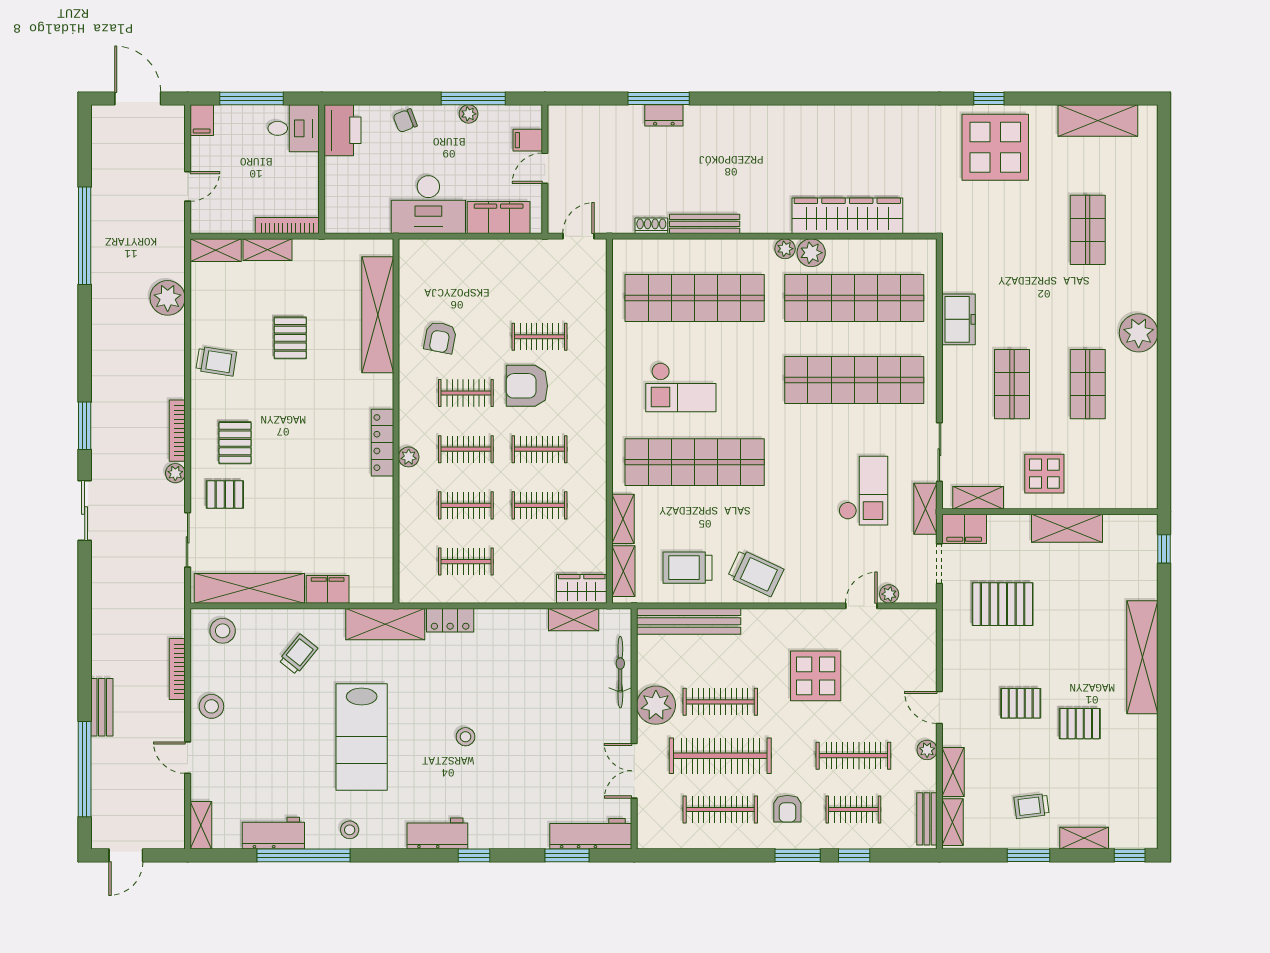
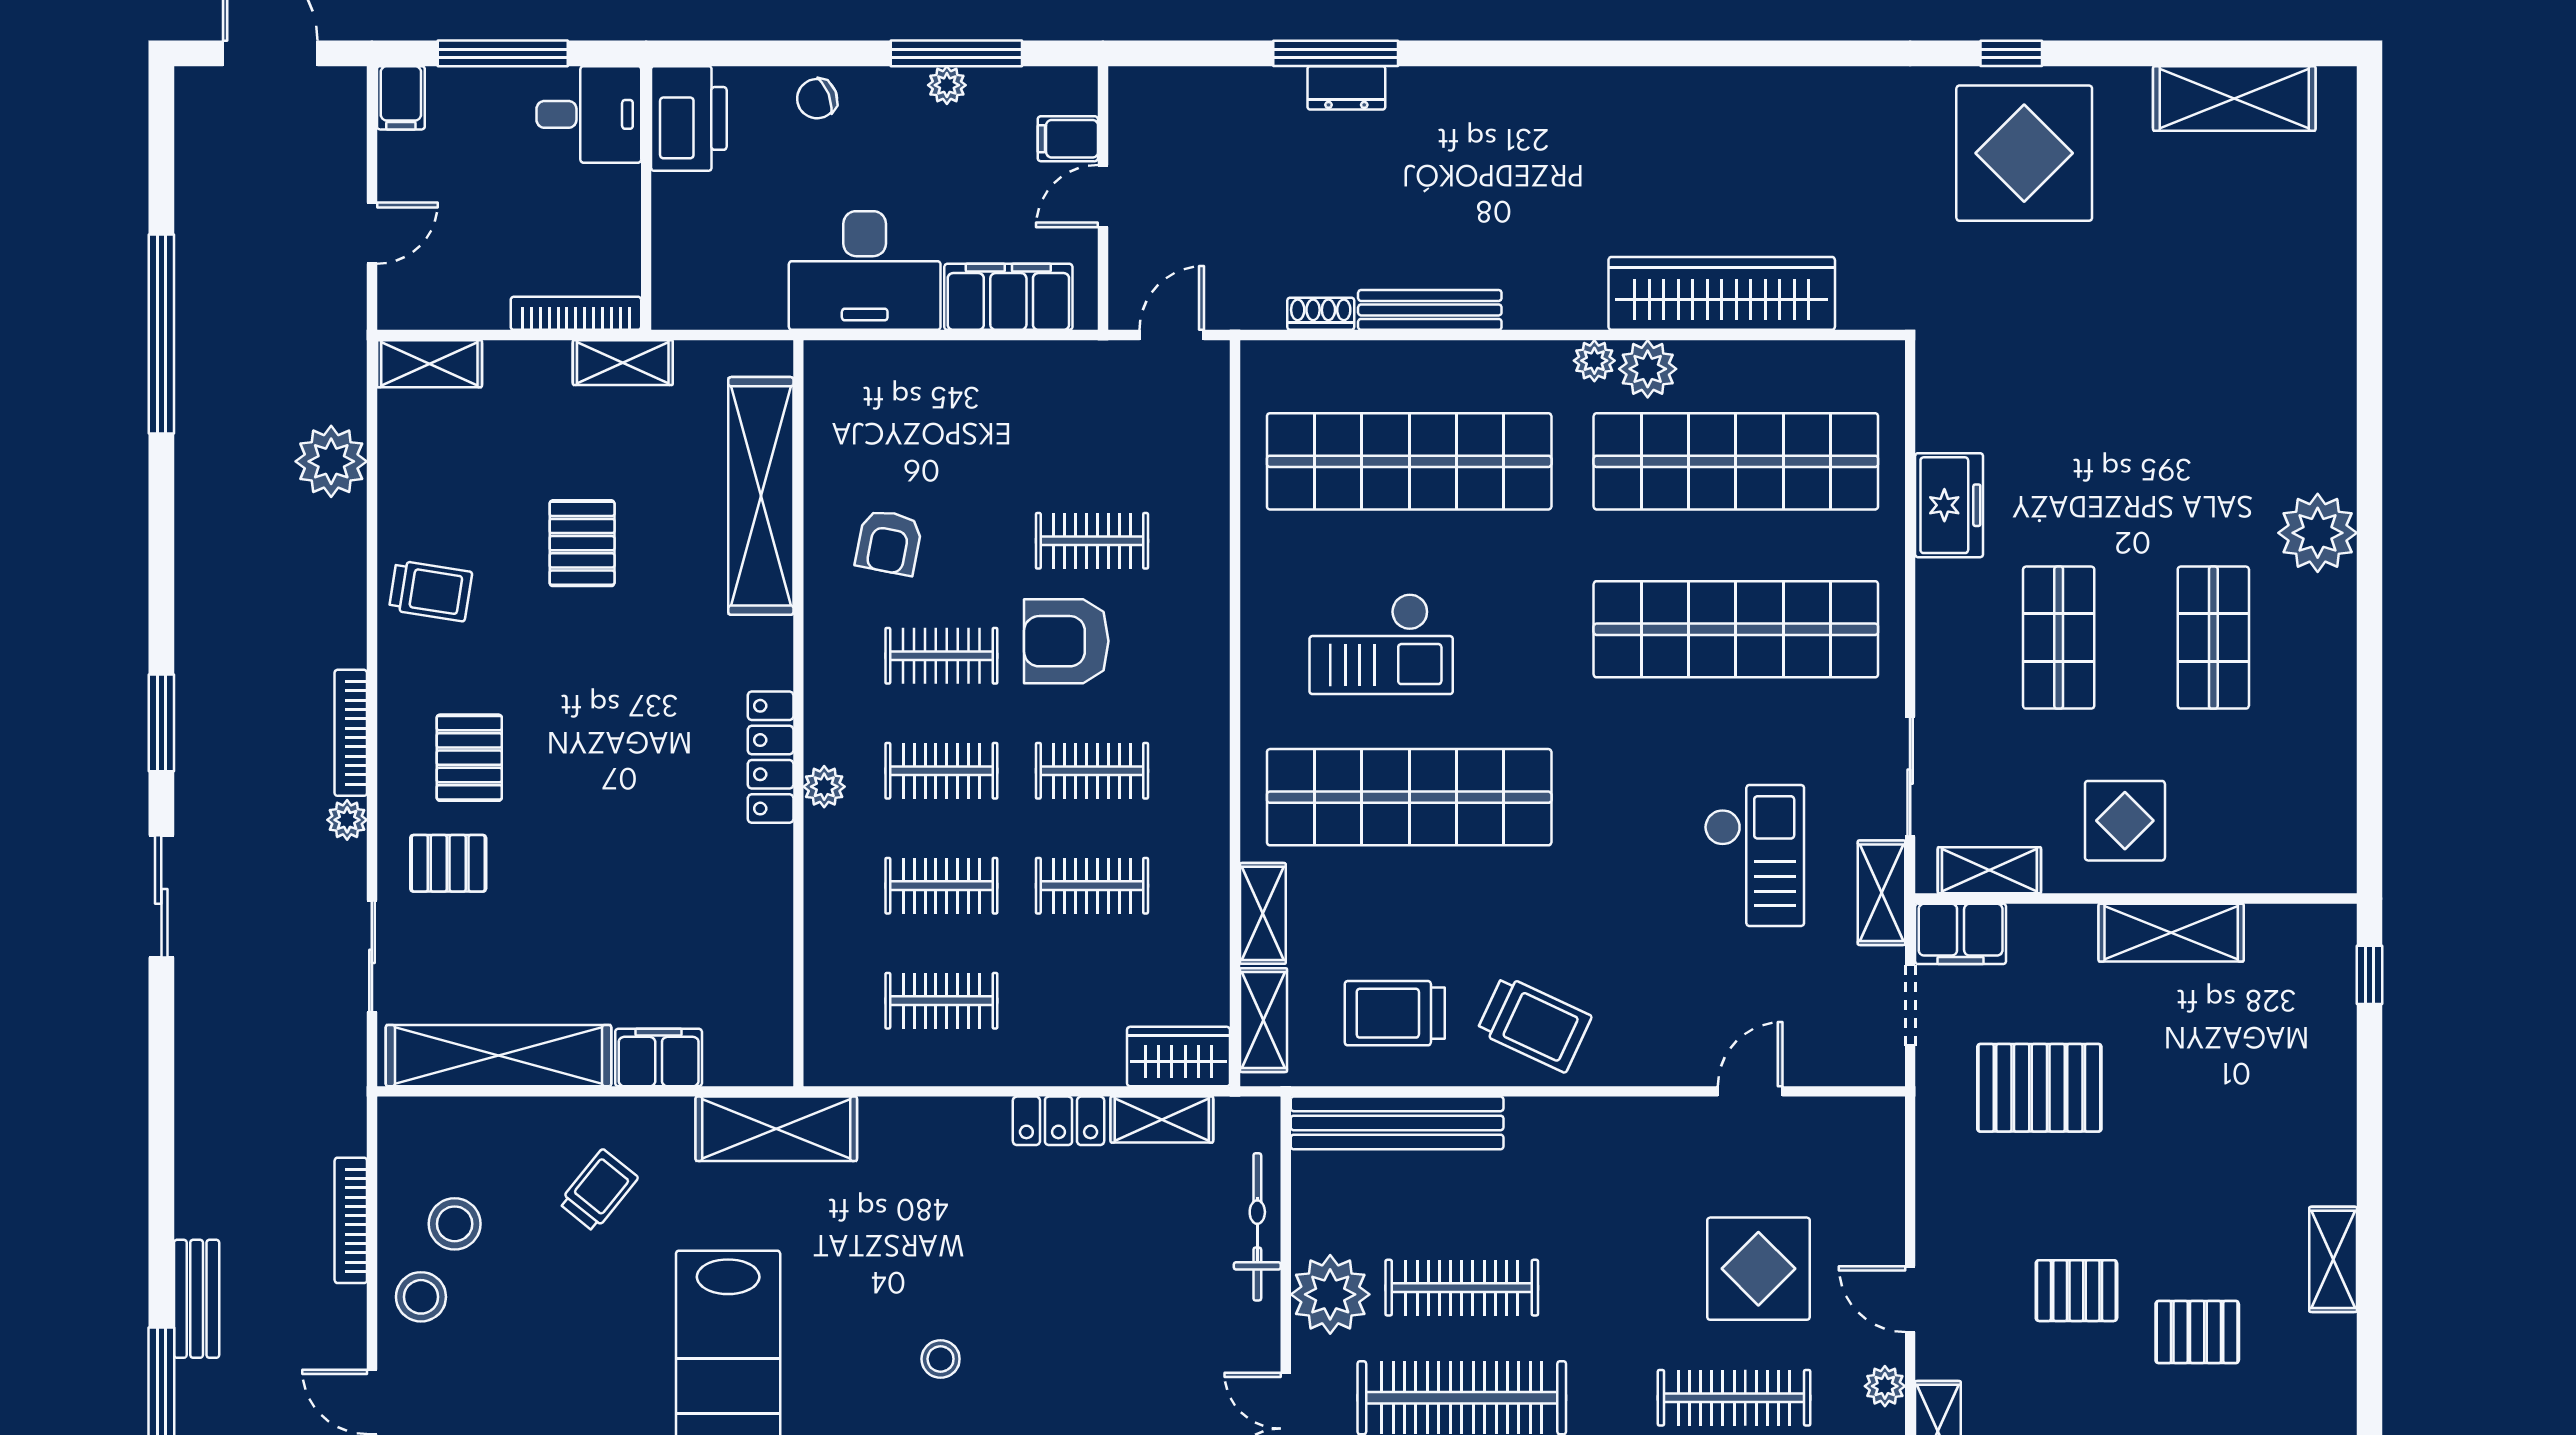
shop shelf: (1088, 230) -> (2213, 322), removed
shelving: (268, 250) -> (623, 363), moved
plant: (889, 594) -> (1807, 1067), removed
locker: (450, 620) -> (1058, 1121), moved
stool: (223, 631) -> (455, 1224), moved
shelving: (1142, 657) -> (2333, 1259), width x0.45, depth x0.75
display table: (816, 676) -> (1758, 1269), moved

